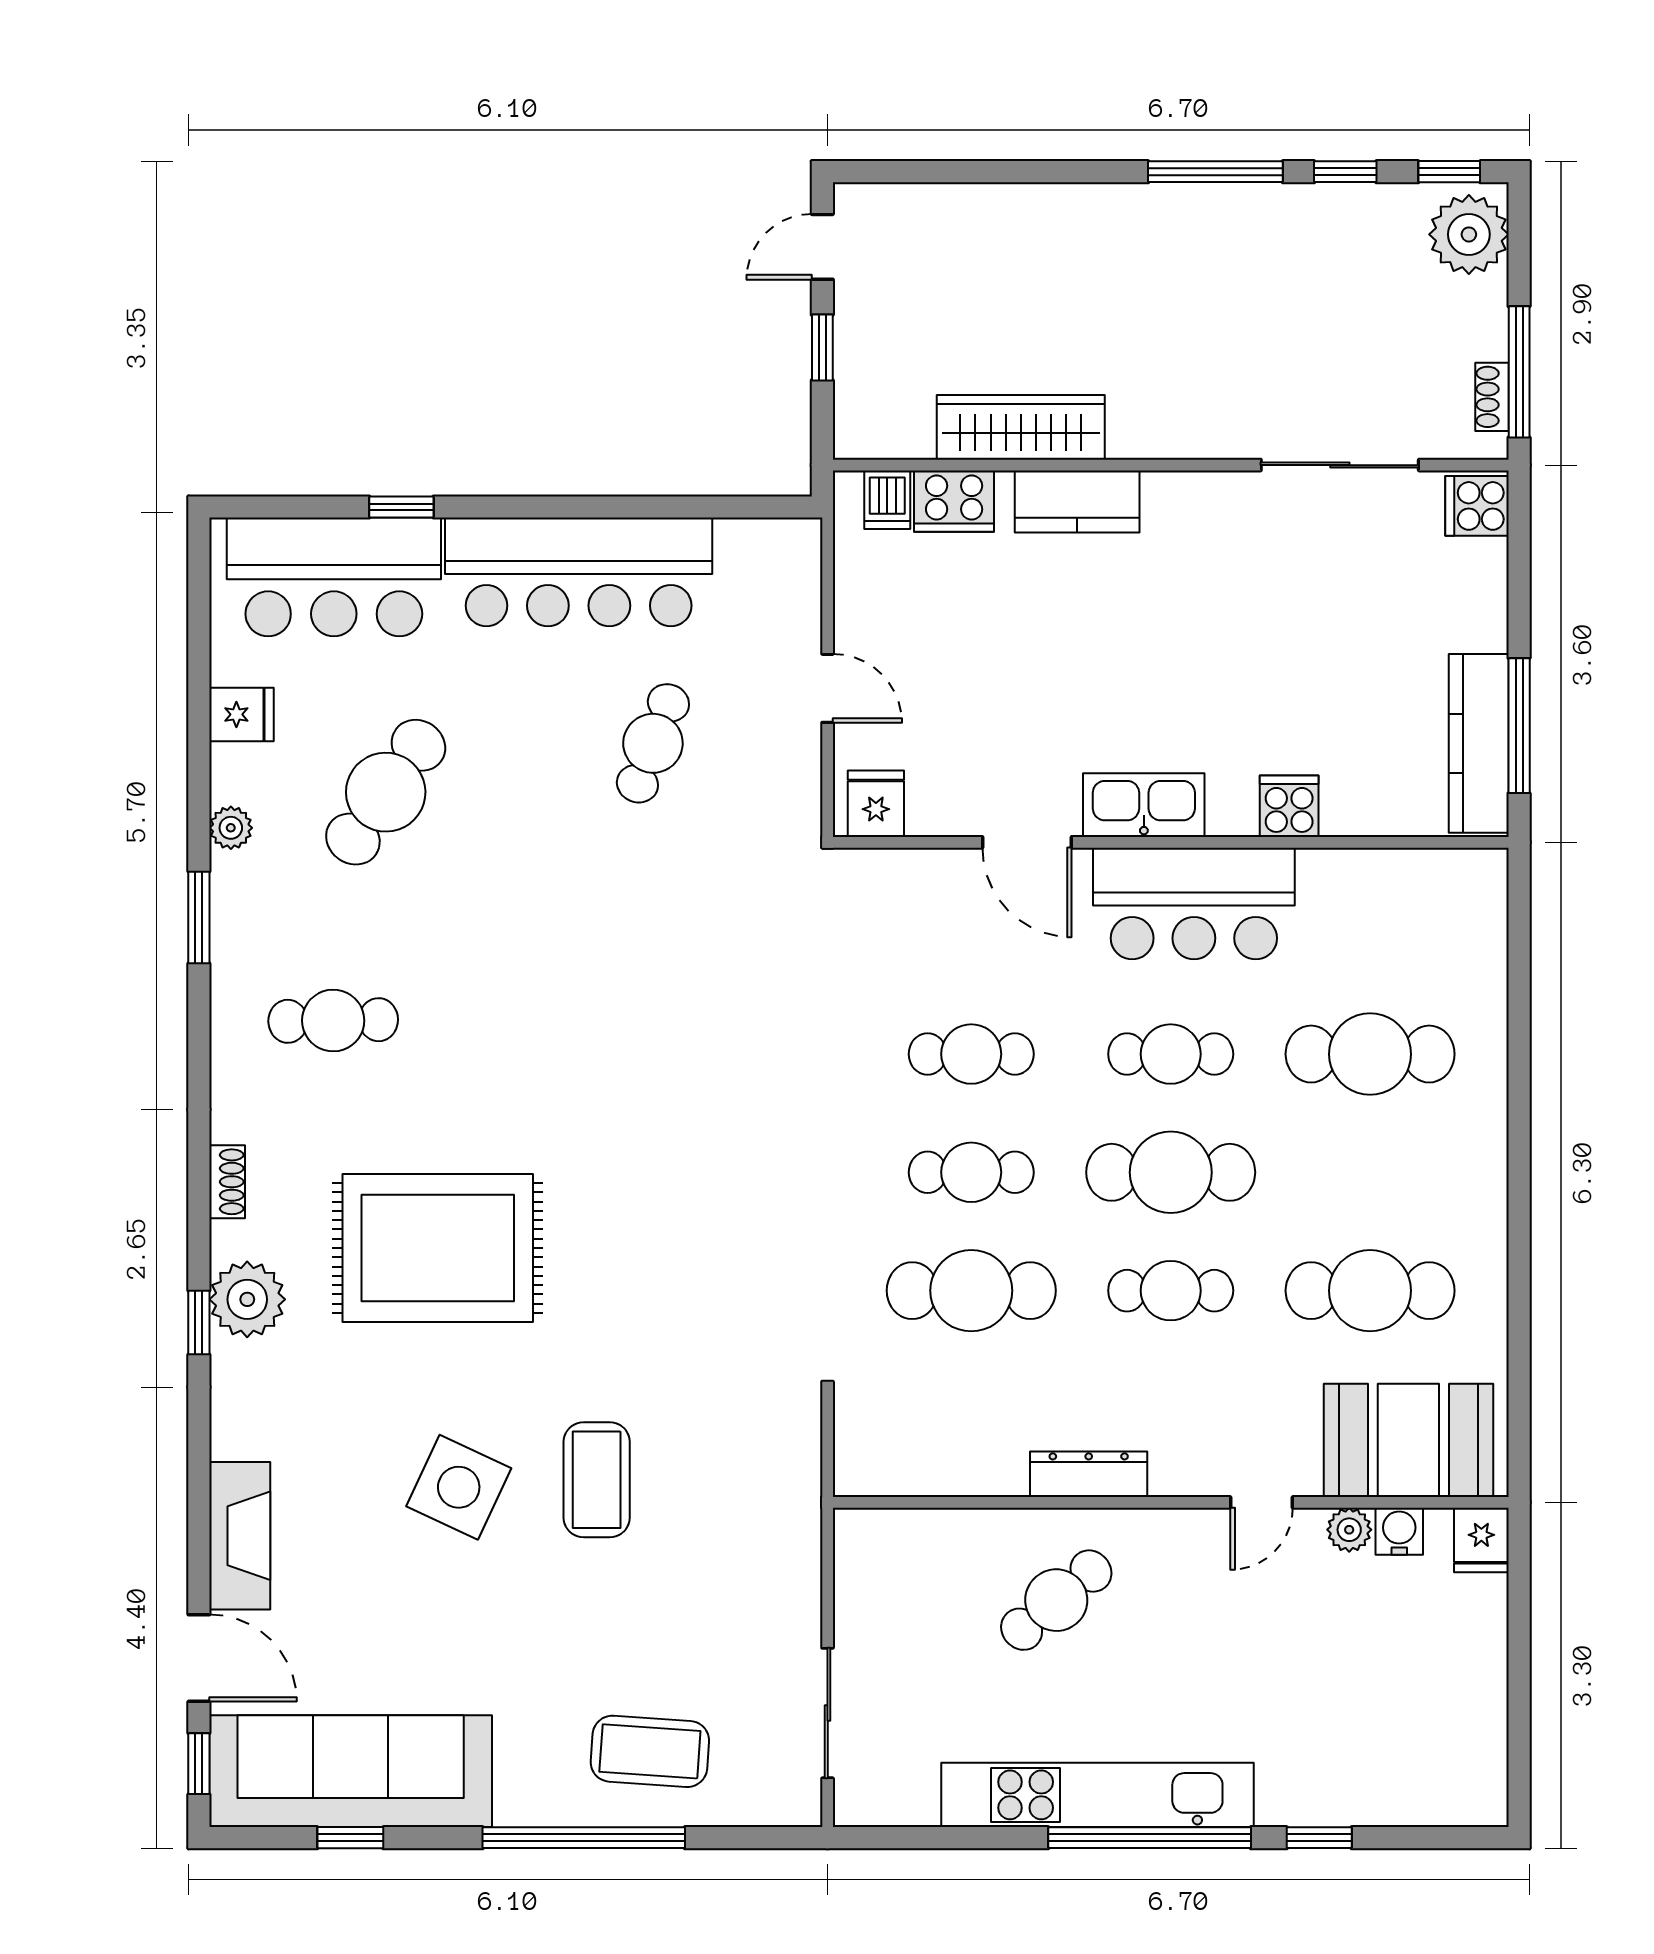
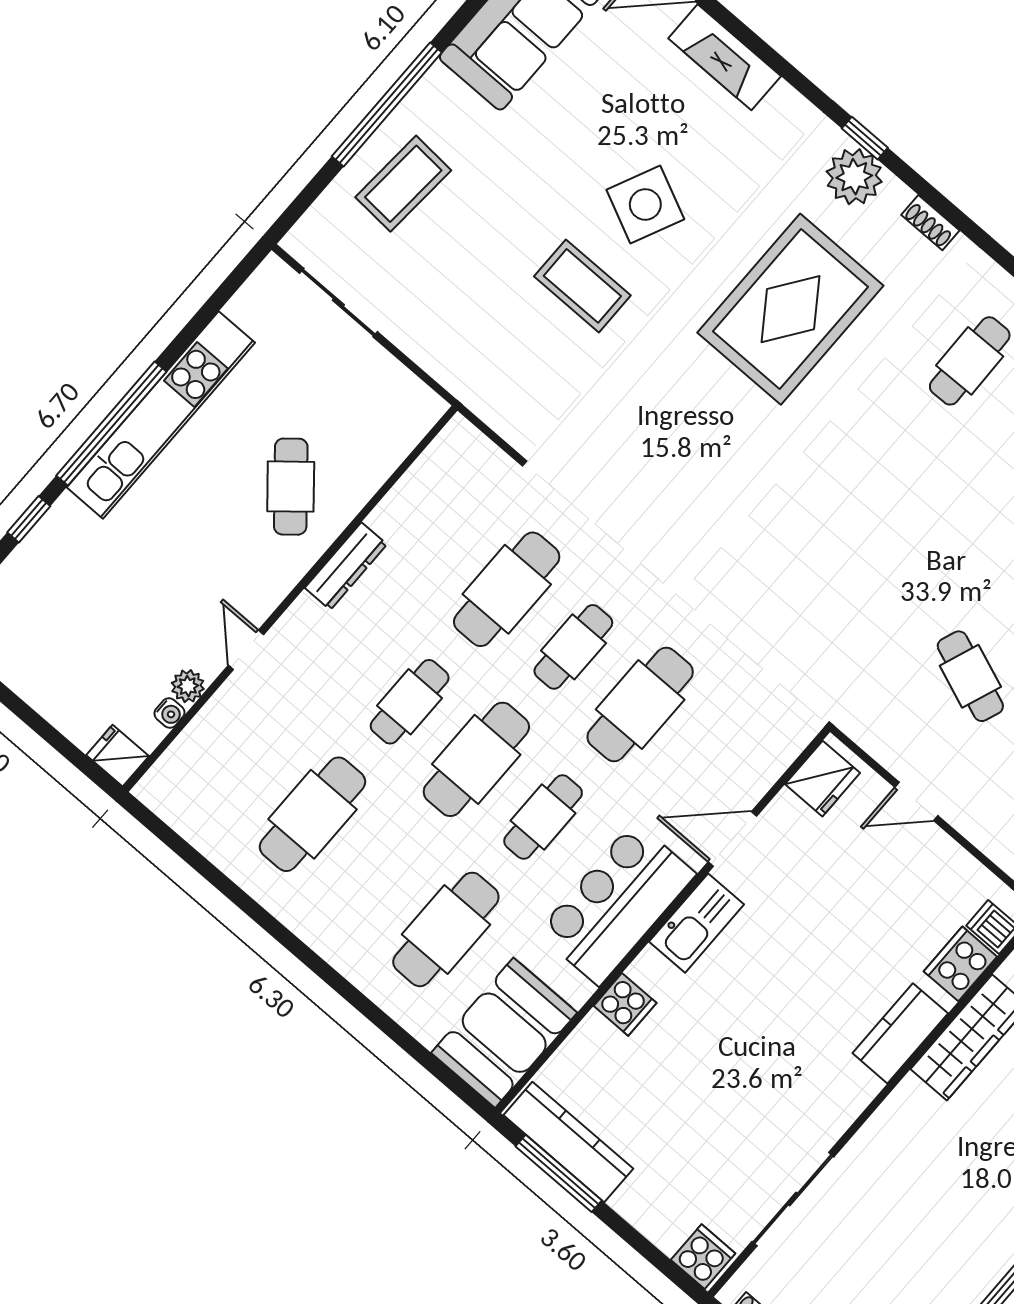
fridge: (876, 804) -> (823, 779), width x1.38
cafe table: (971, 1054) -> (640, 704), width x1.37, depth x1.35
booth: (1408, 1440) -> (504, 1033), moved
water cooler: (1399, 1531) -> (169, 713), width x0.72, depth x0.72

